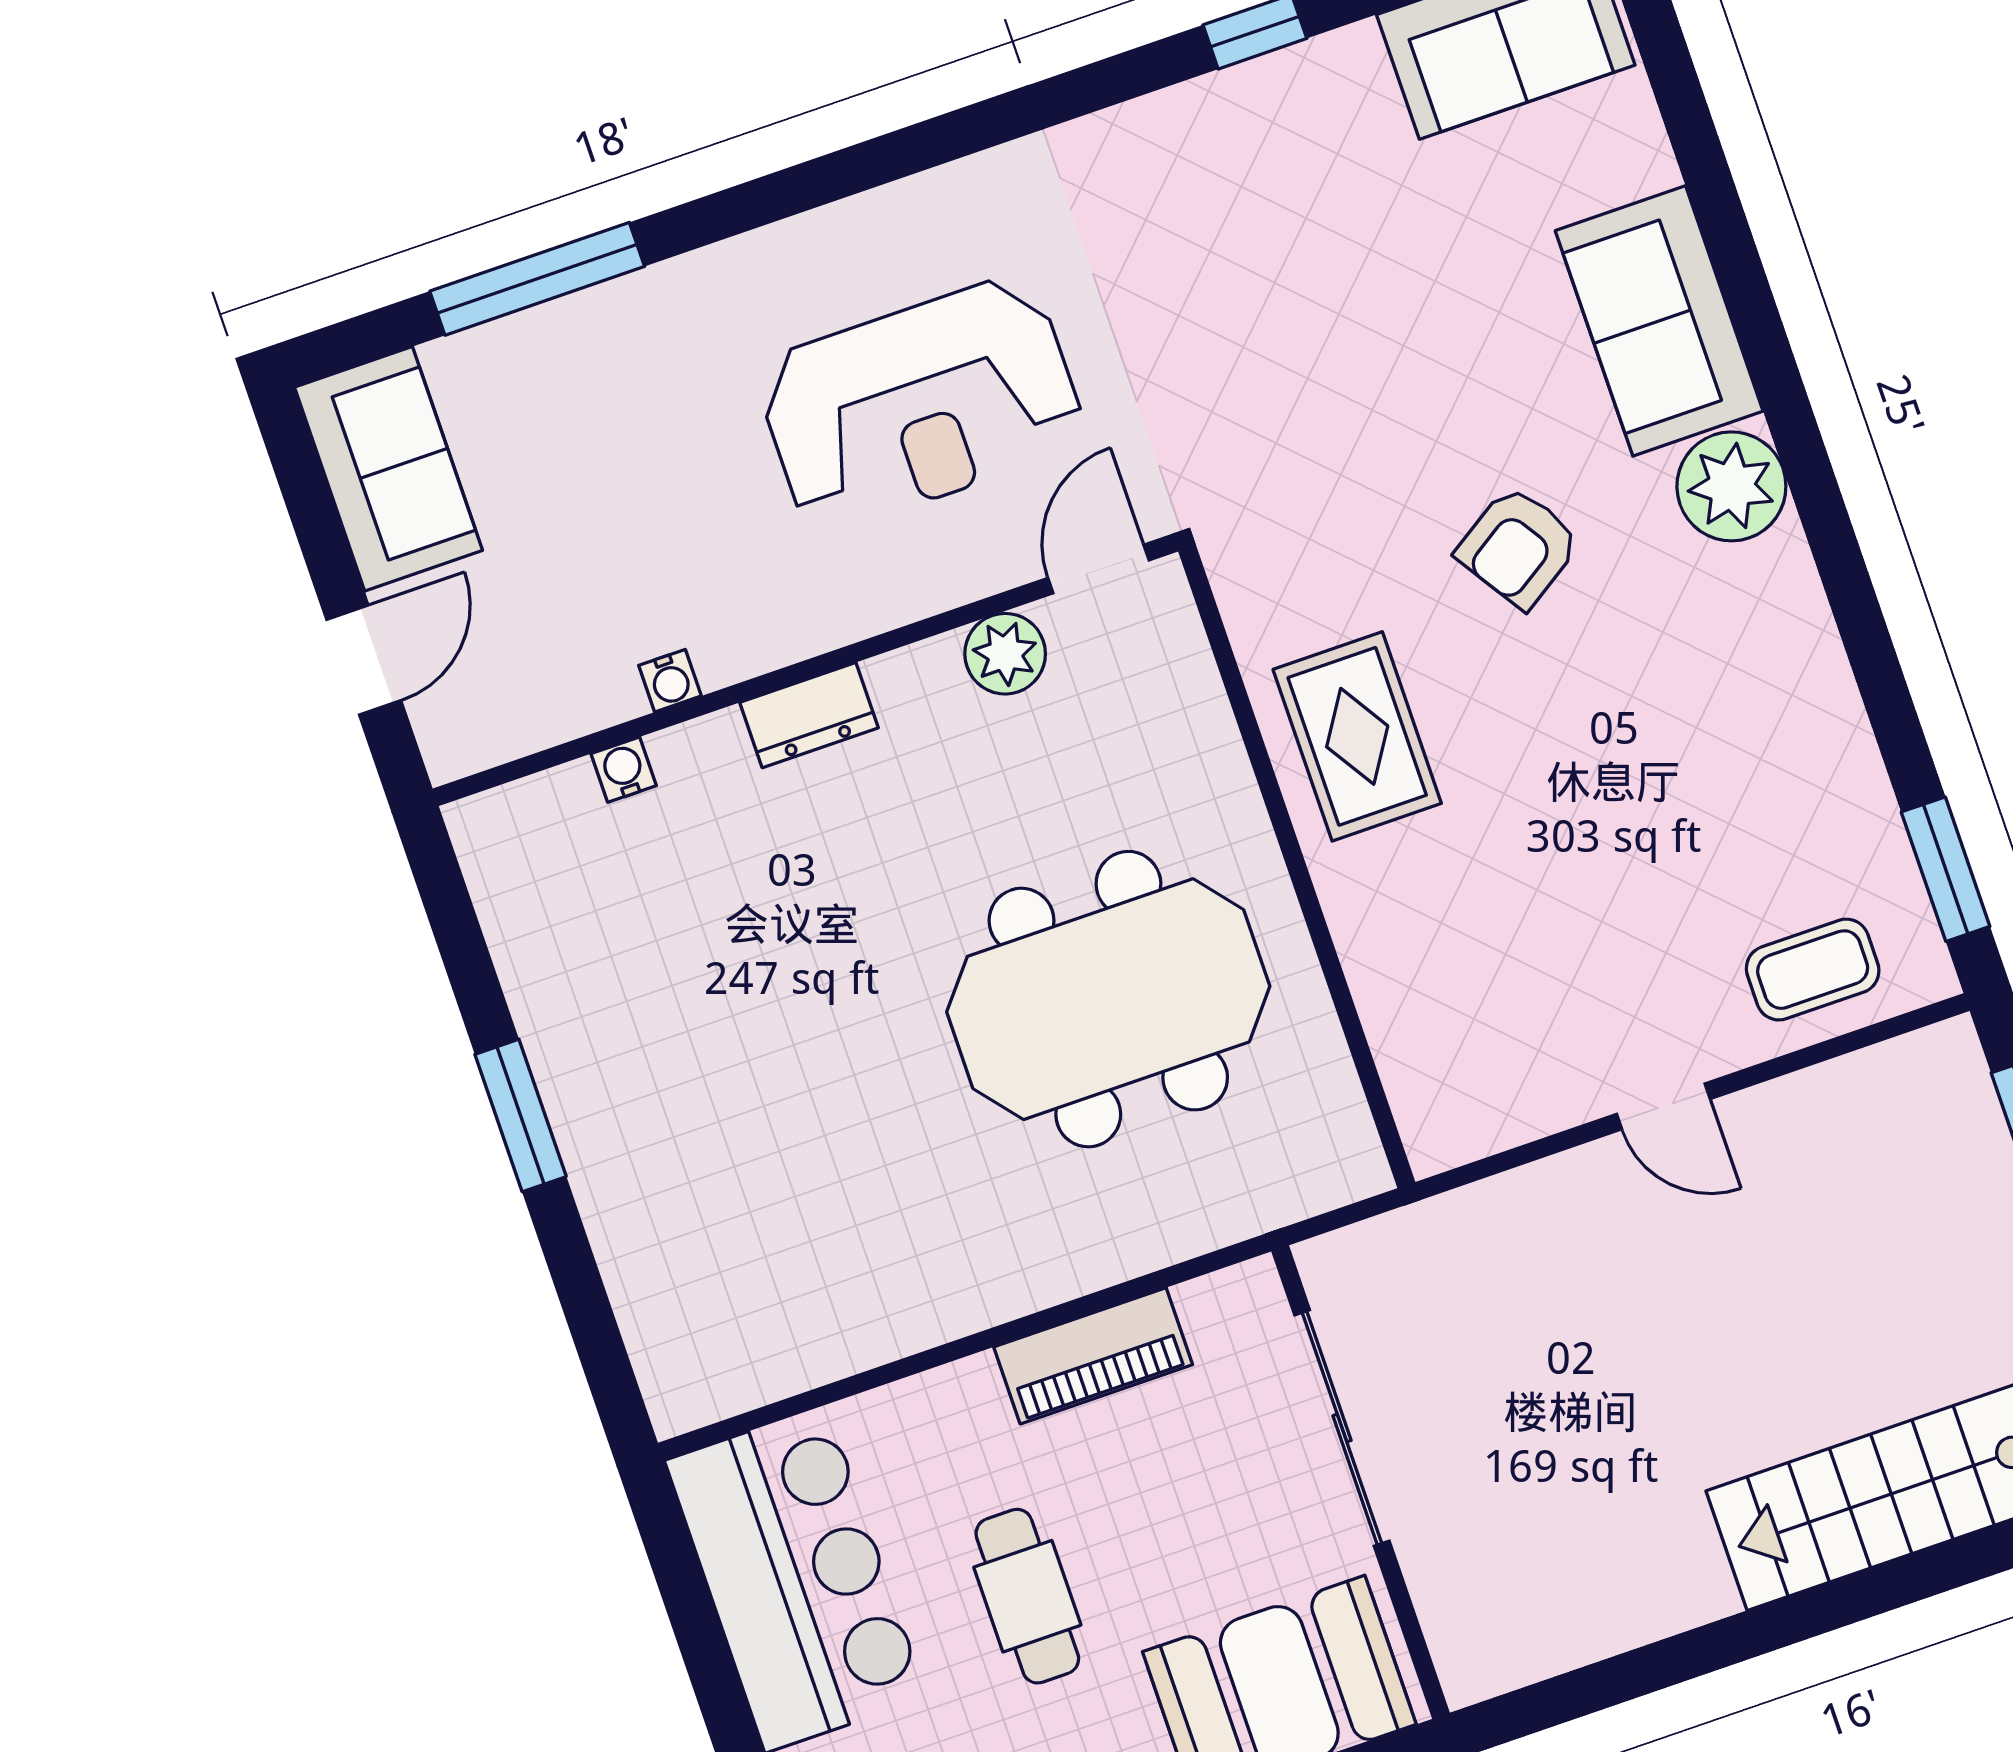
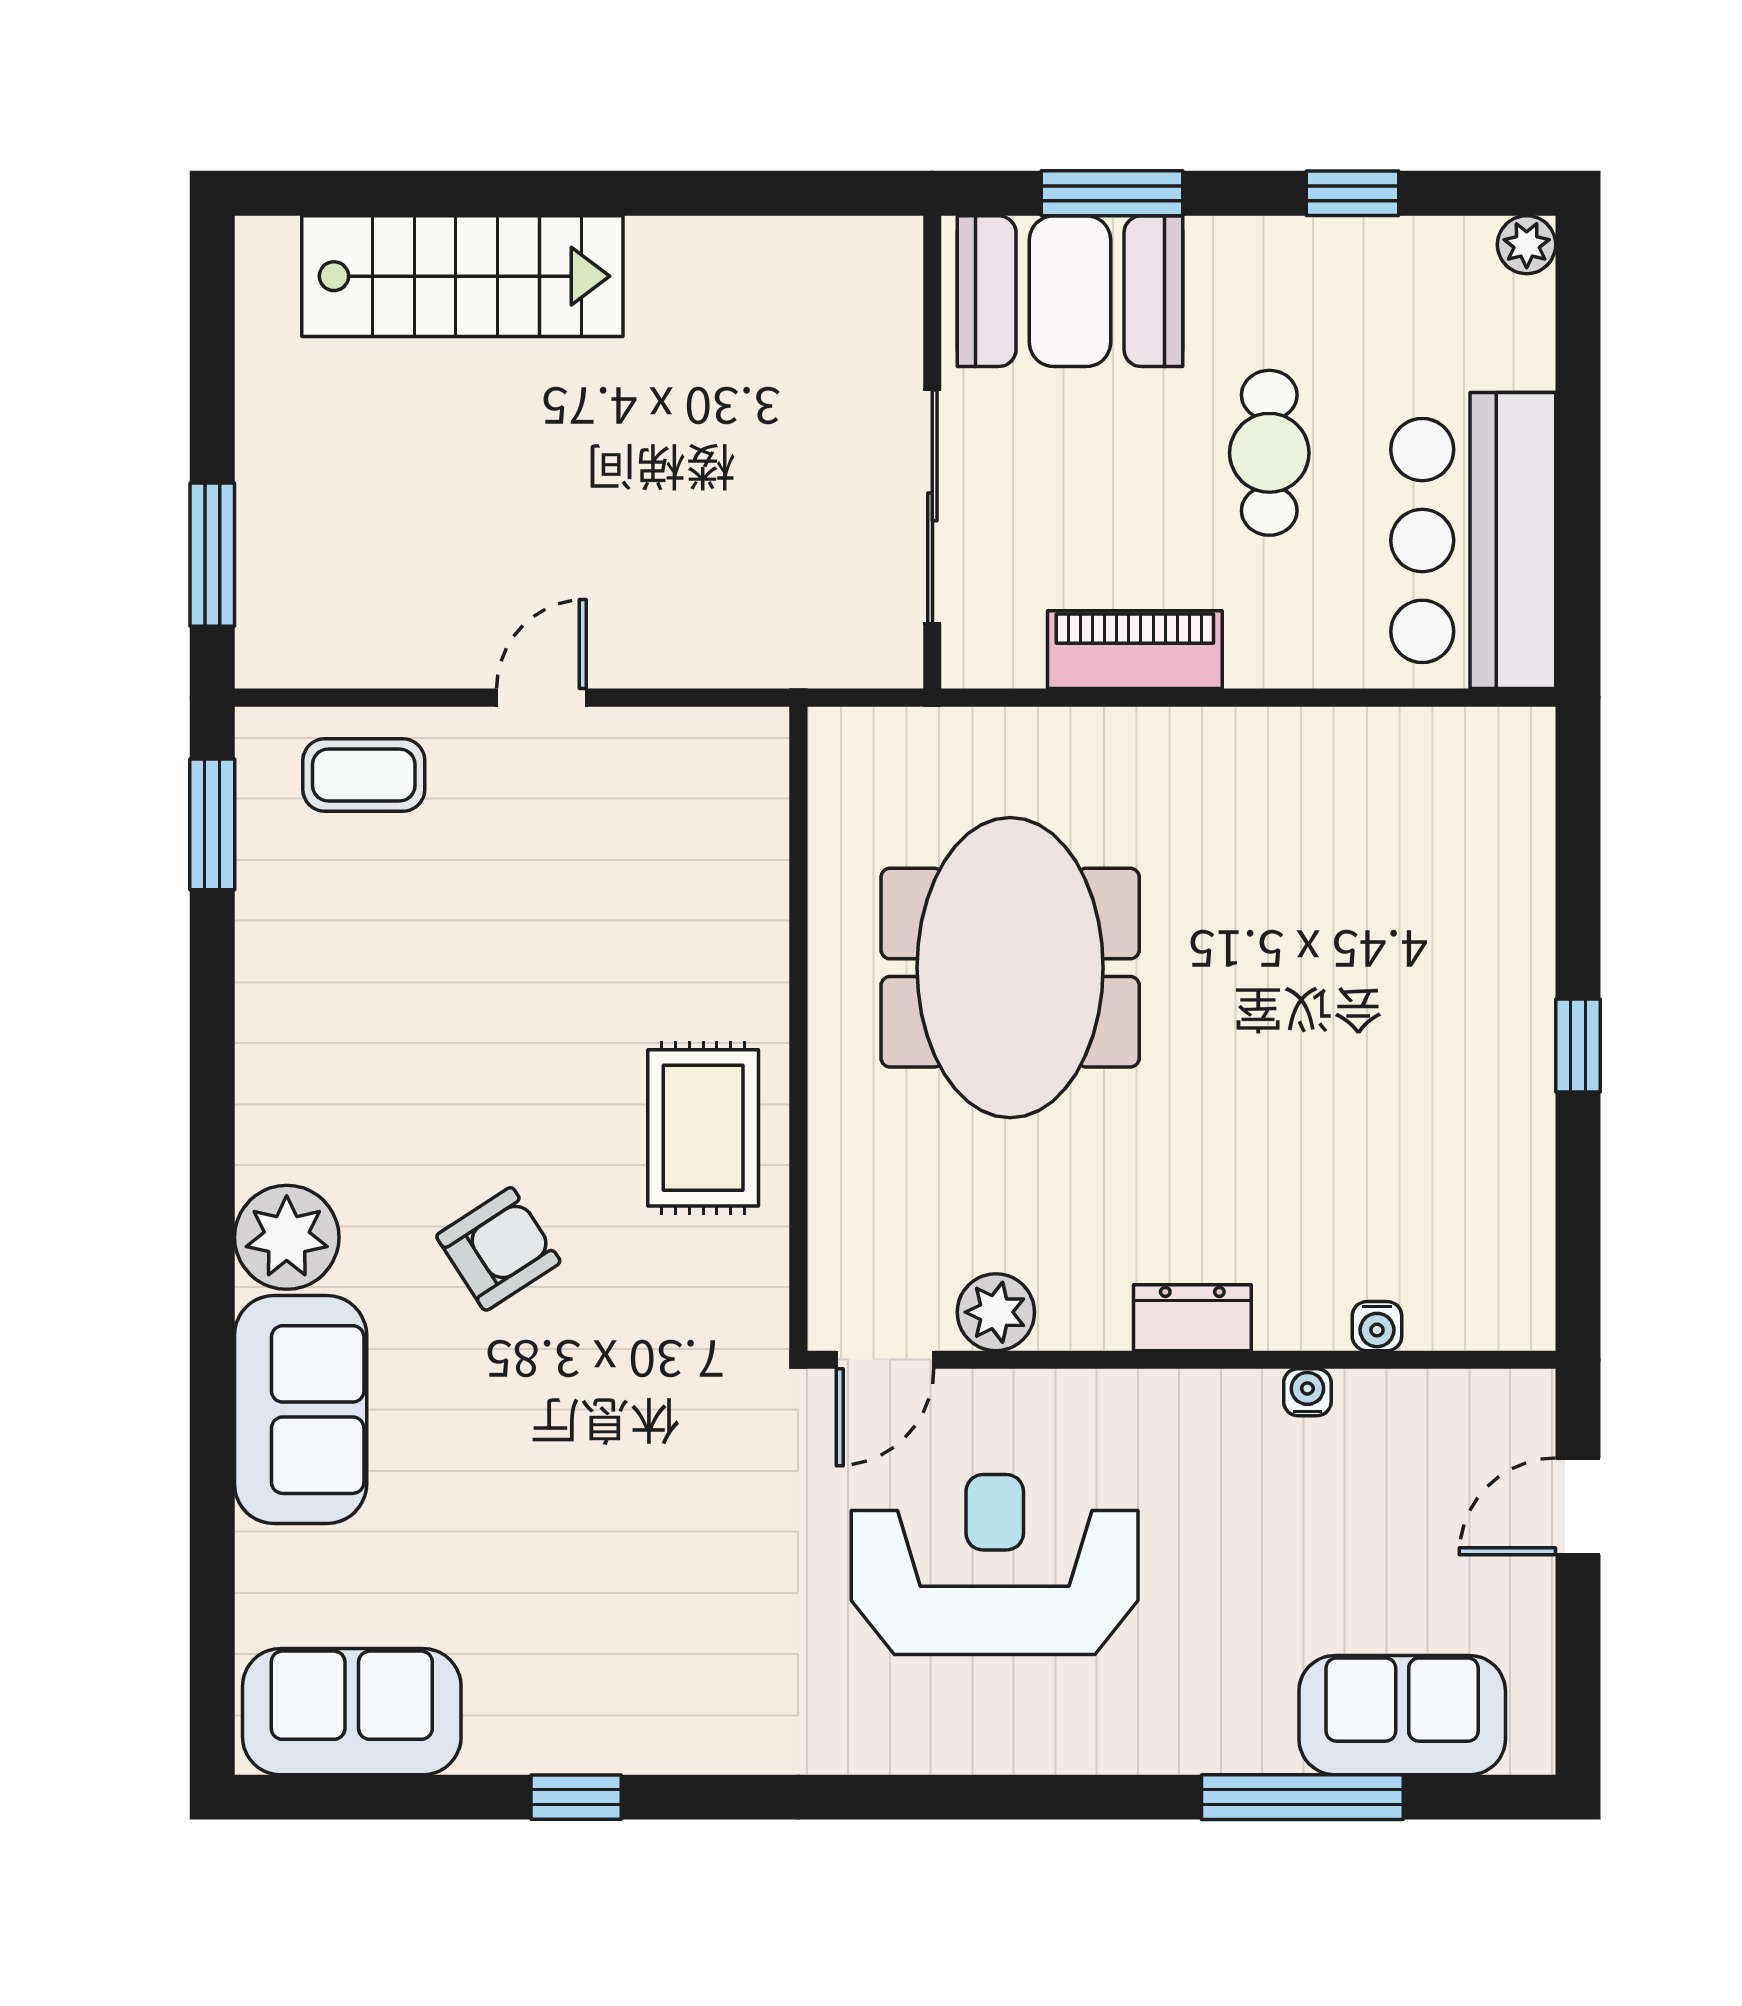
sofa: (388, 469) -> (1402, 1715), moved, turned 90
meeting table: (1108, 999) -> (1010, 968), turned 90
door: (1663, 1106) -> (541, 698), hinge flipped
window: (521, 1115) -> (1578, 1045), width x0.67

